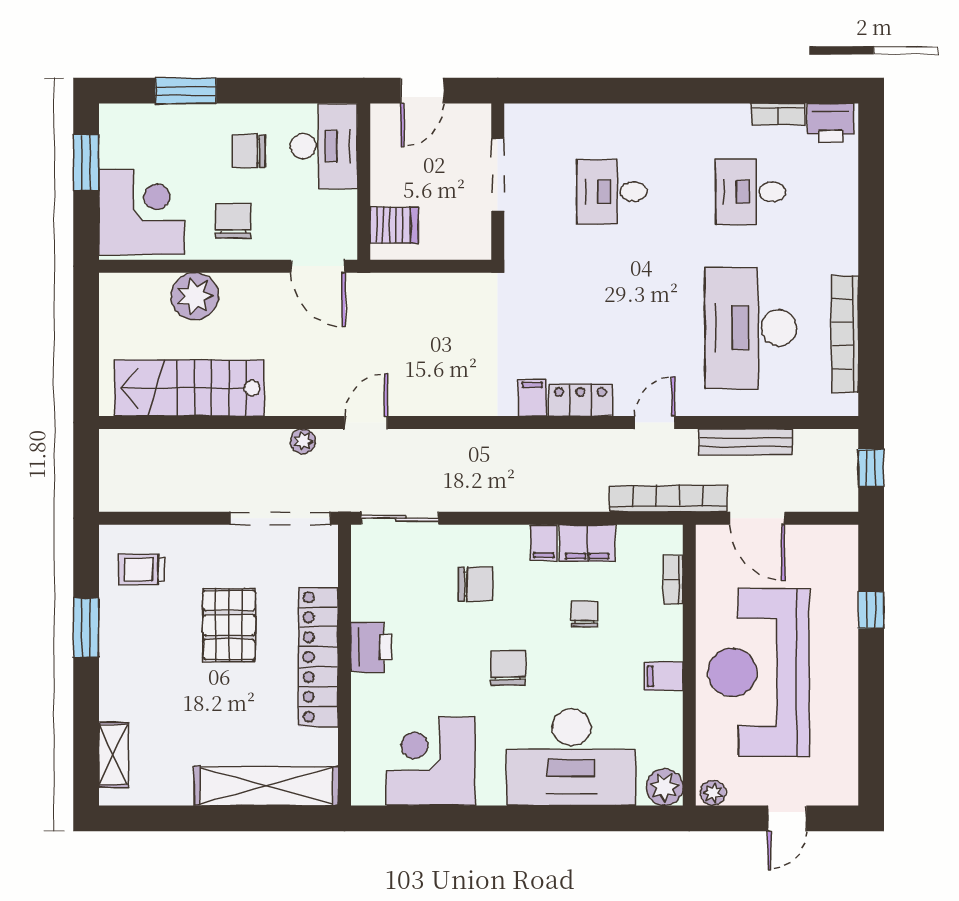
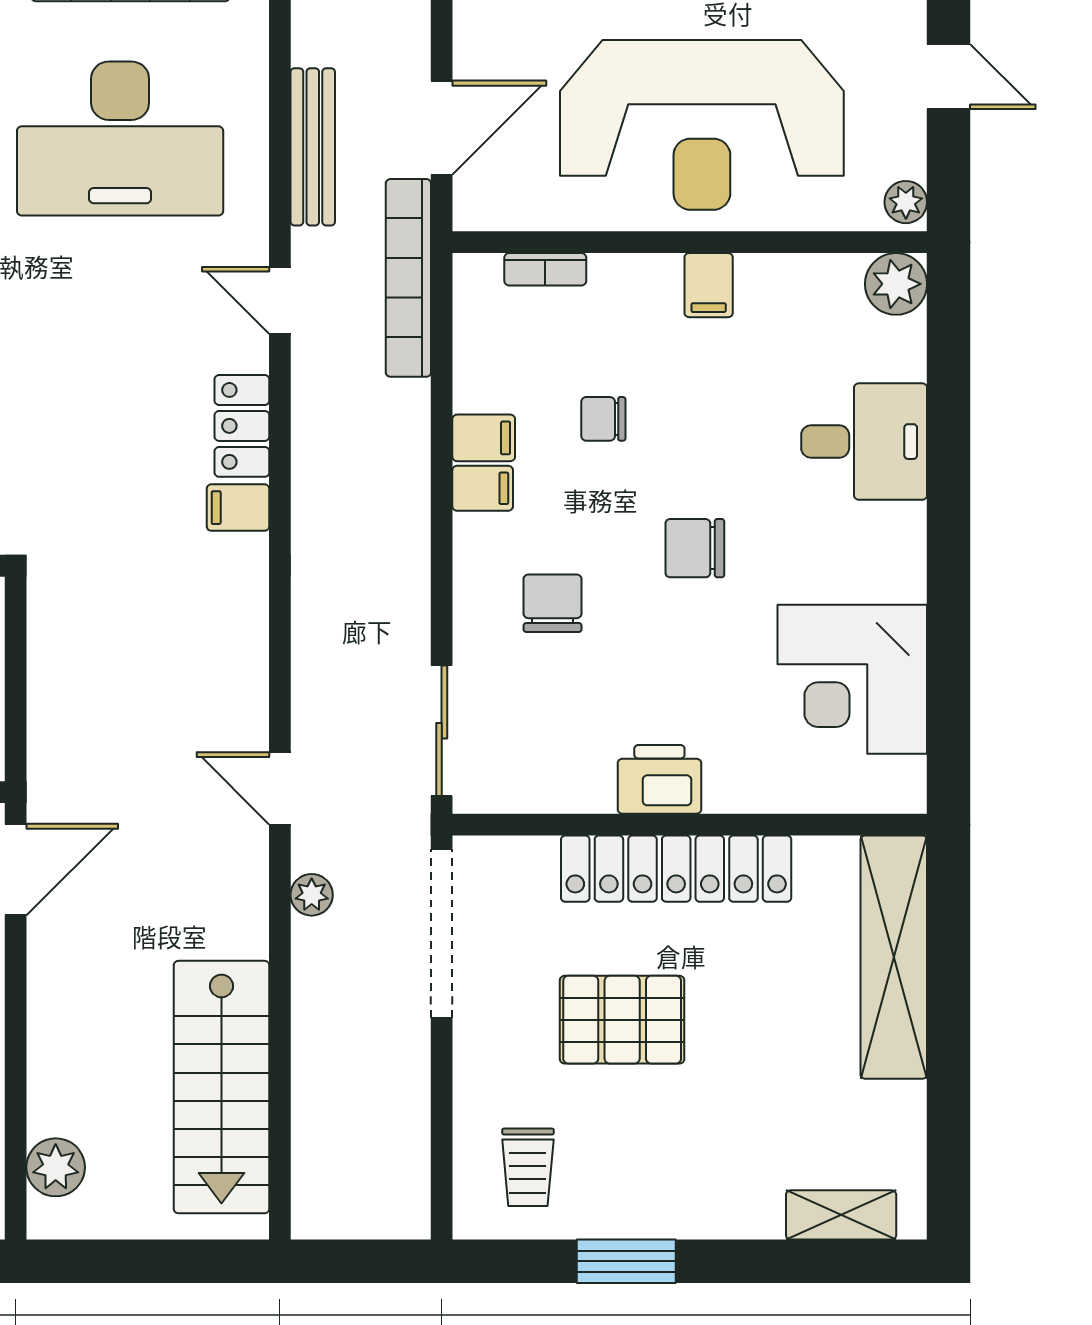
plant: (195, 296) -> (56, 1167), moved, width x0.73, depth x0.73
filing cabinet: (587, 543) -> (484, 438), width x0.50
desk: (571, 757) -> (864, 442), width x0.53, depth x0.77

